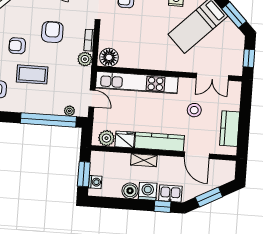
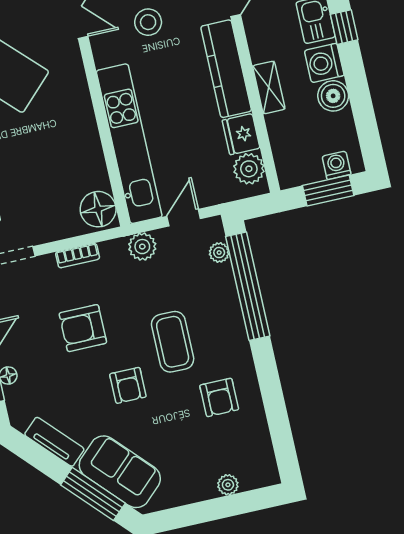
plant: (85, 59) -> (142, 247), moved

